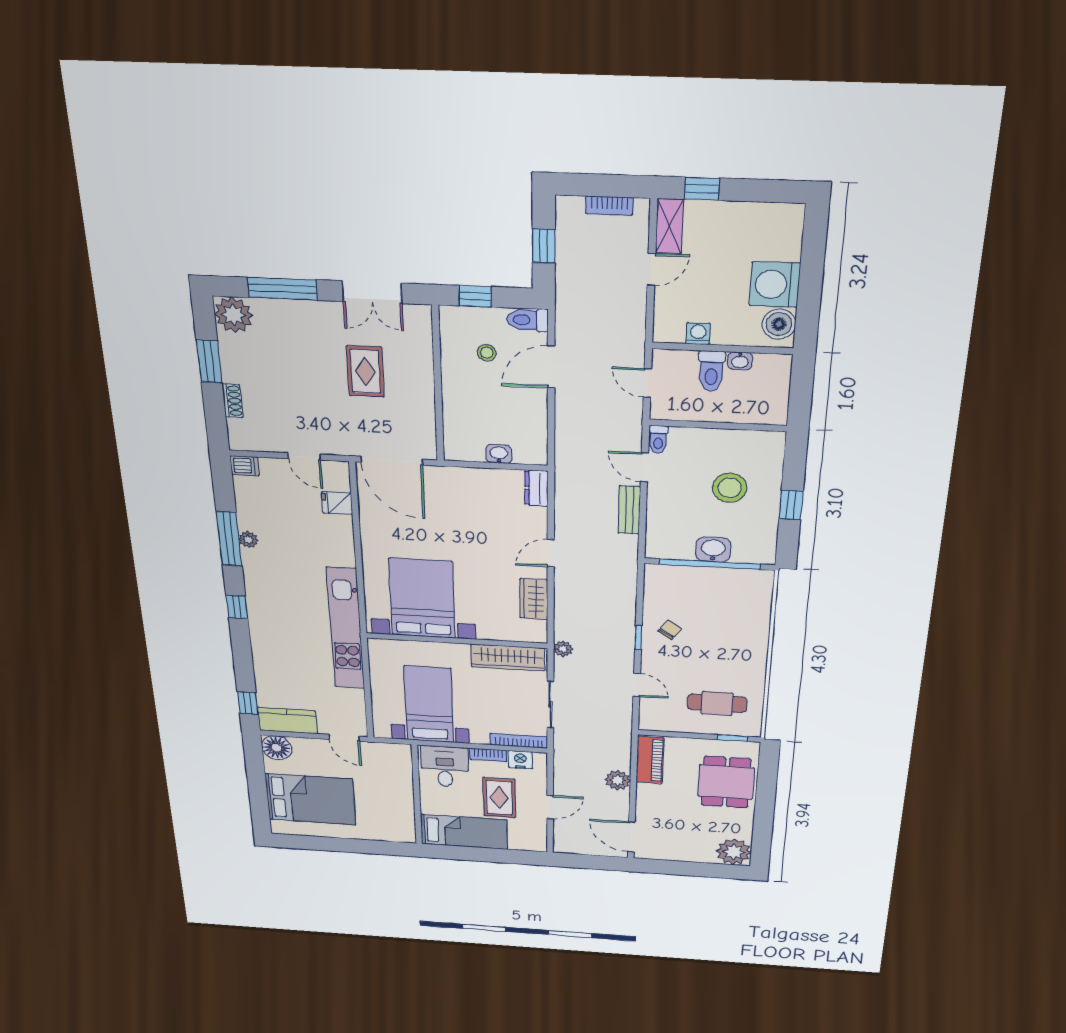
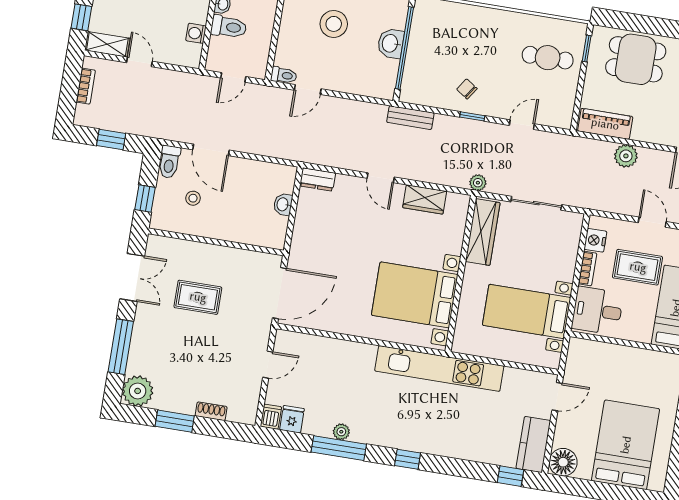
fridge: (337, 503) -> (292, 419), moved, turned 180
bench: (629, 510) -> (410, 118), moved
cafe table: (717, 703) -> (548, 58), turned 90
bookcase: (519, 741) -> (574, 238), removed

